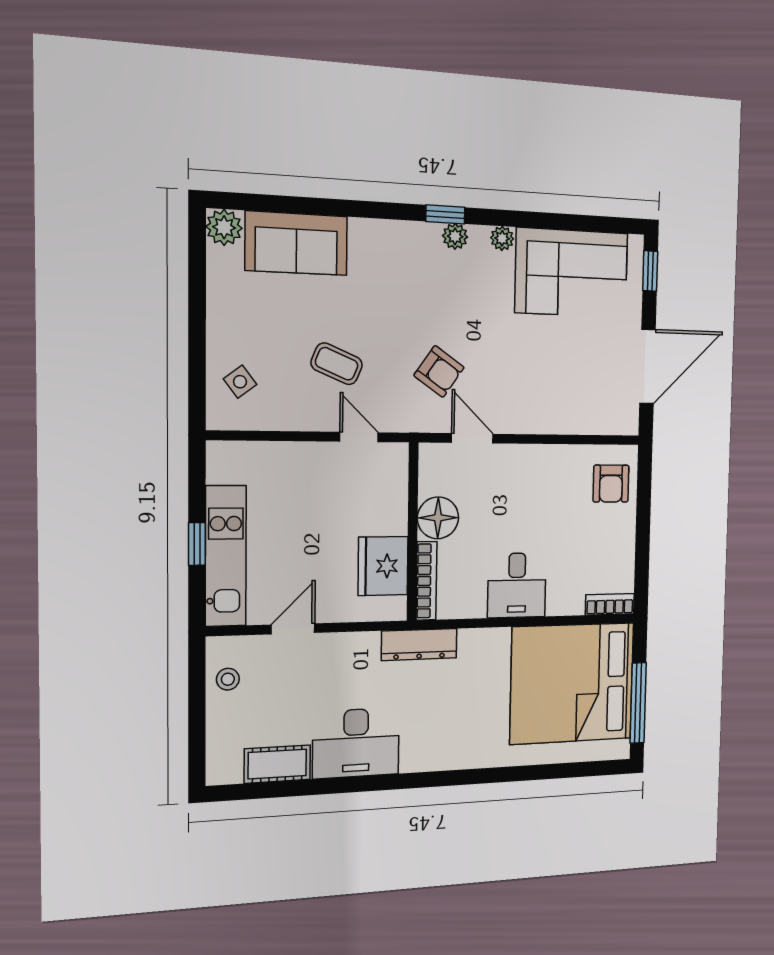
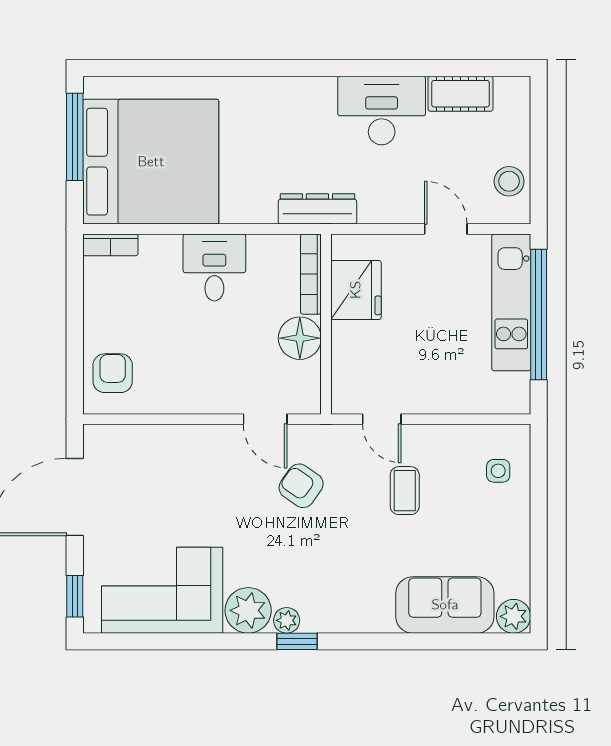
plant: (502, 238) -> (248, 610), width x1.87, depth x1.87
coffee table: (337, 364) -> (405, 491), turned 67
side table: (240, 382) -> (498, 471), turned 37
window: (197, 544) -> (539, 314), width x3.17
door: (293, 629) -> (446, 229), swing flipped
stool: (228, 679) -> (509, 181), width x1.37, depth x1.37

